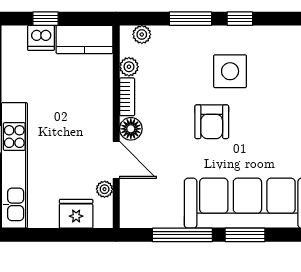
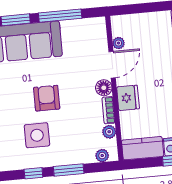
door: (116, 160) -> (112, 65), swing flipped
fridge: (76, 214) -> (128, 98), moved, turned -90

